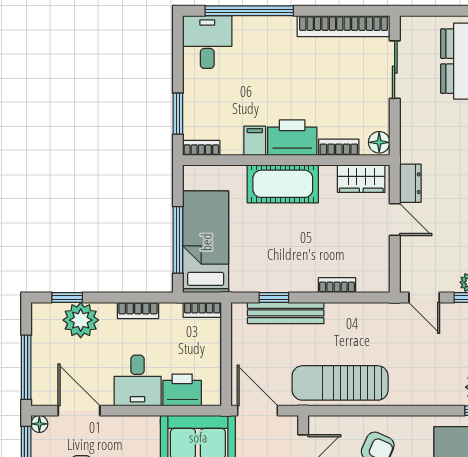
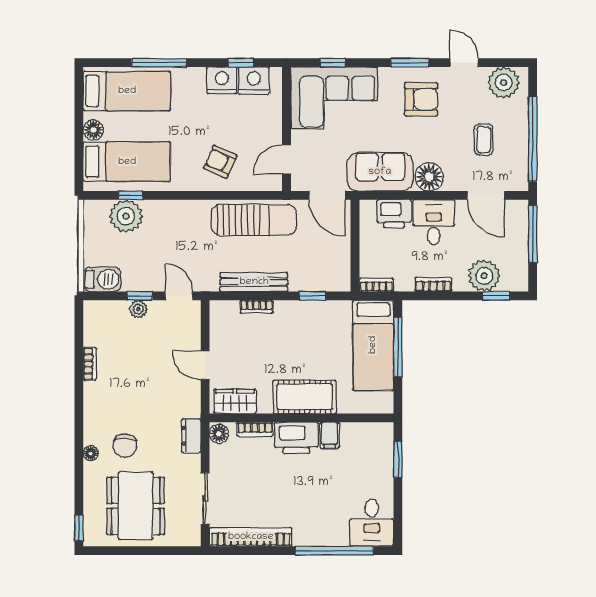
bookcase: (201, 148) -> (377, 429), removed
dresser: (410, 183) -> (191, 436), moved
bench: (286, 313) -> (254, 282), moved
floor lamp: (39, 424) -> (429, 177), moved, width x1.89, depth x1.89

